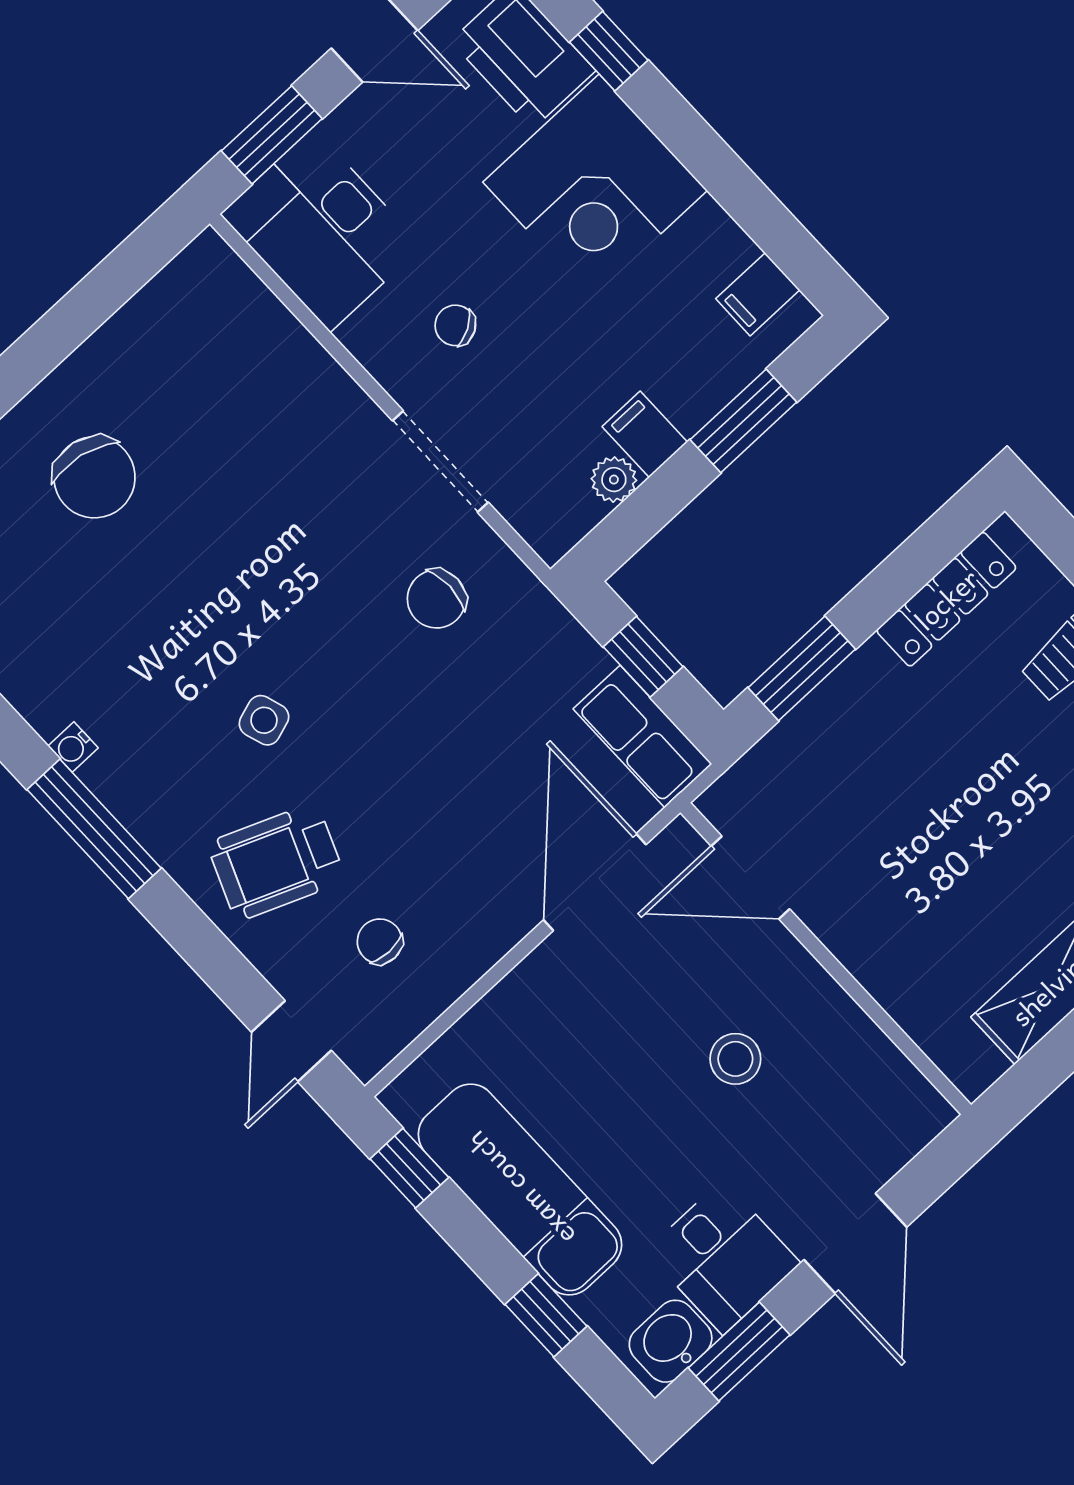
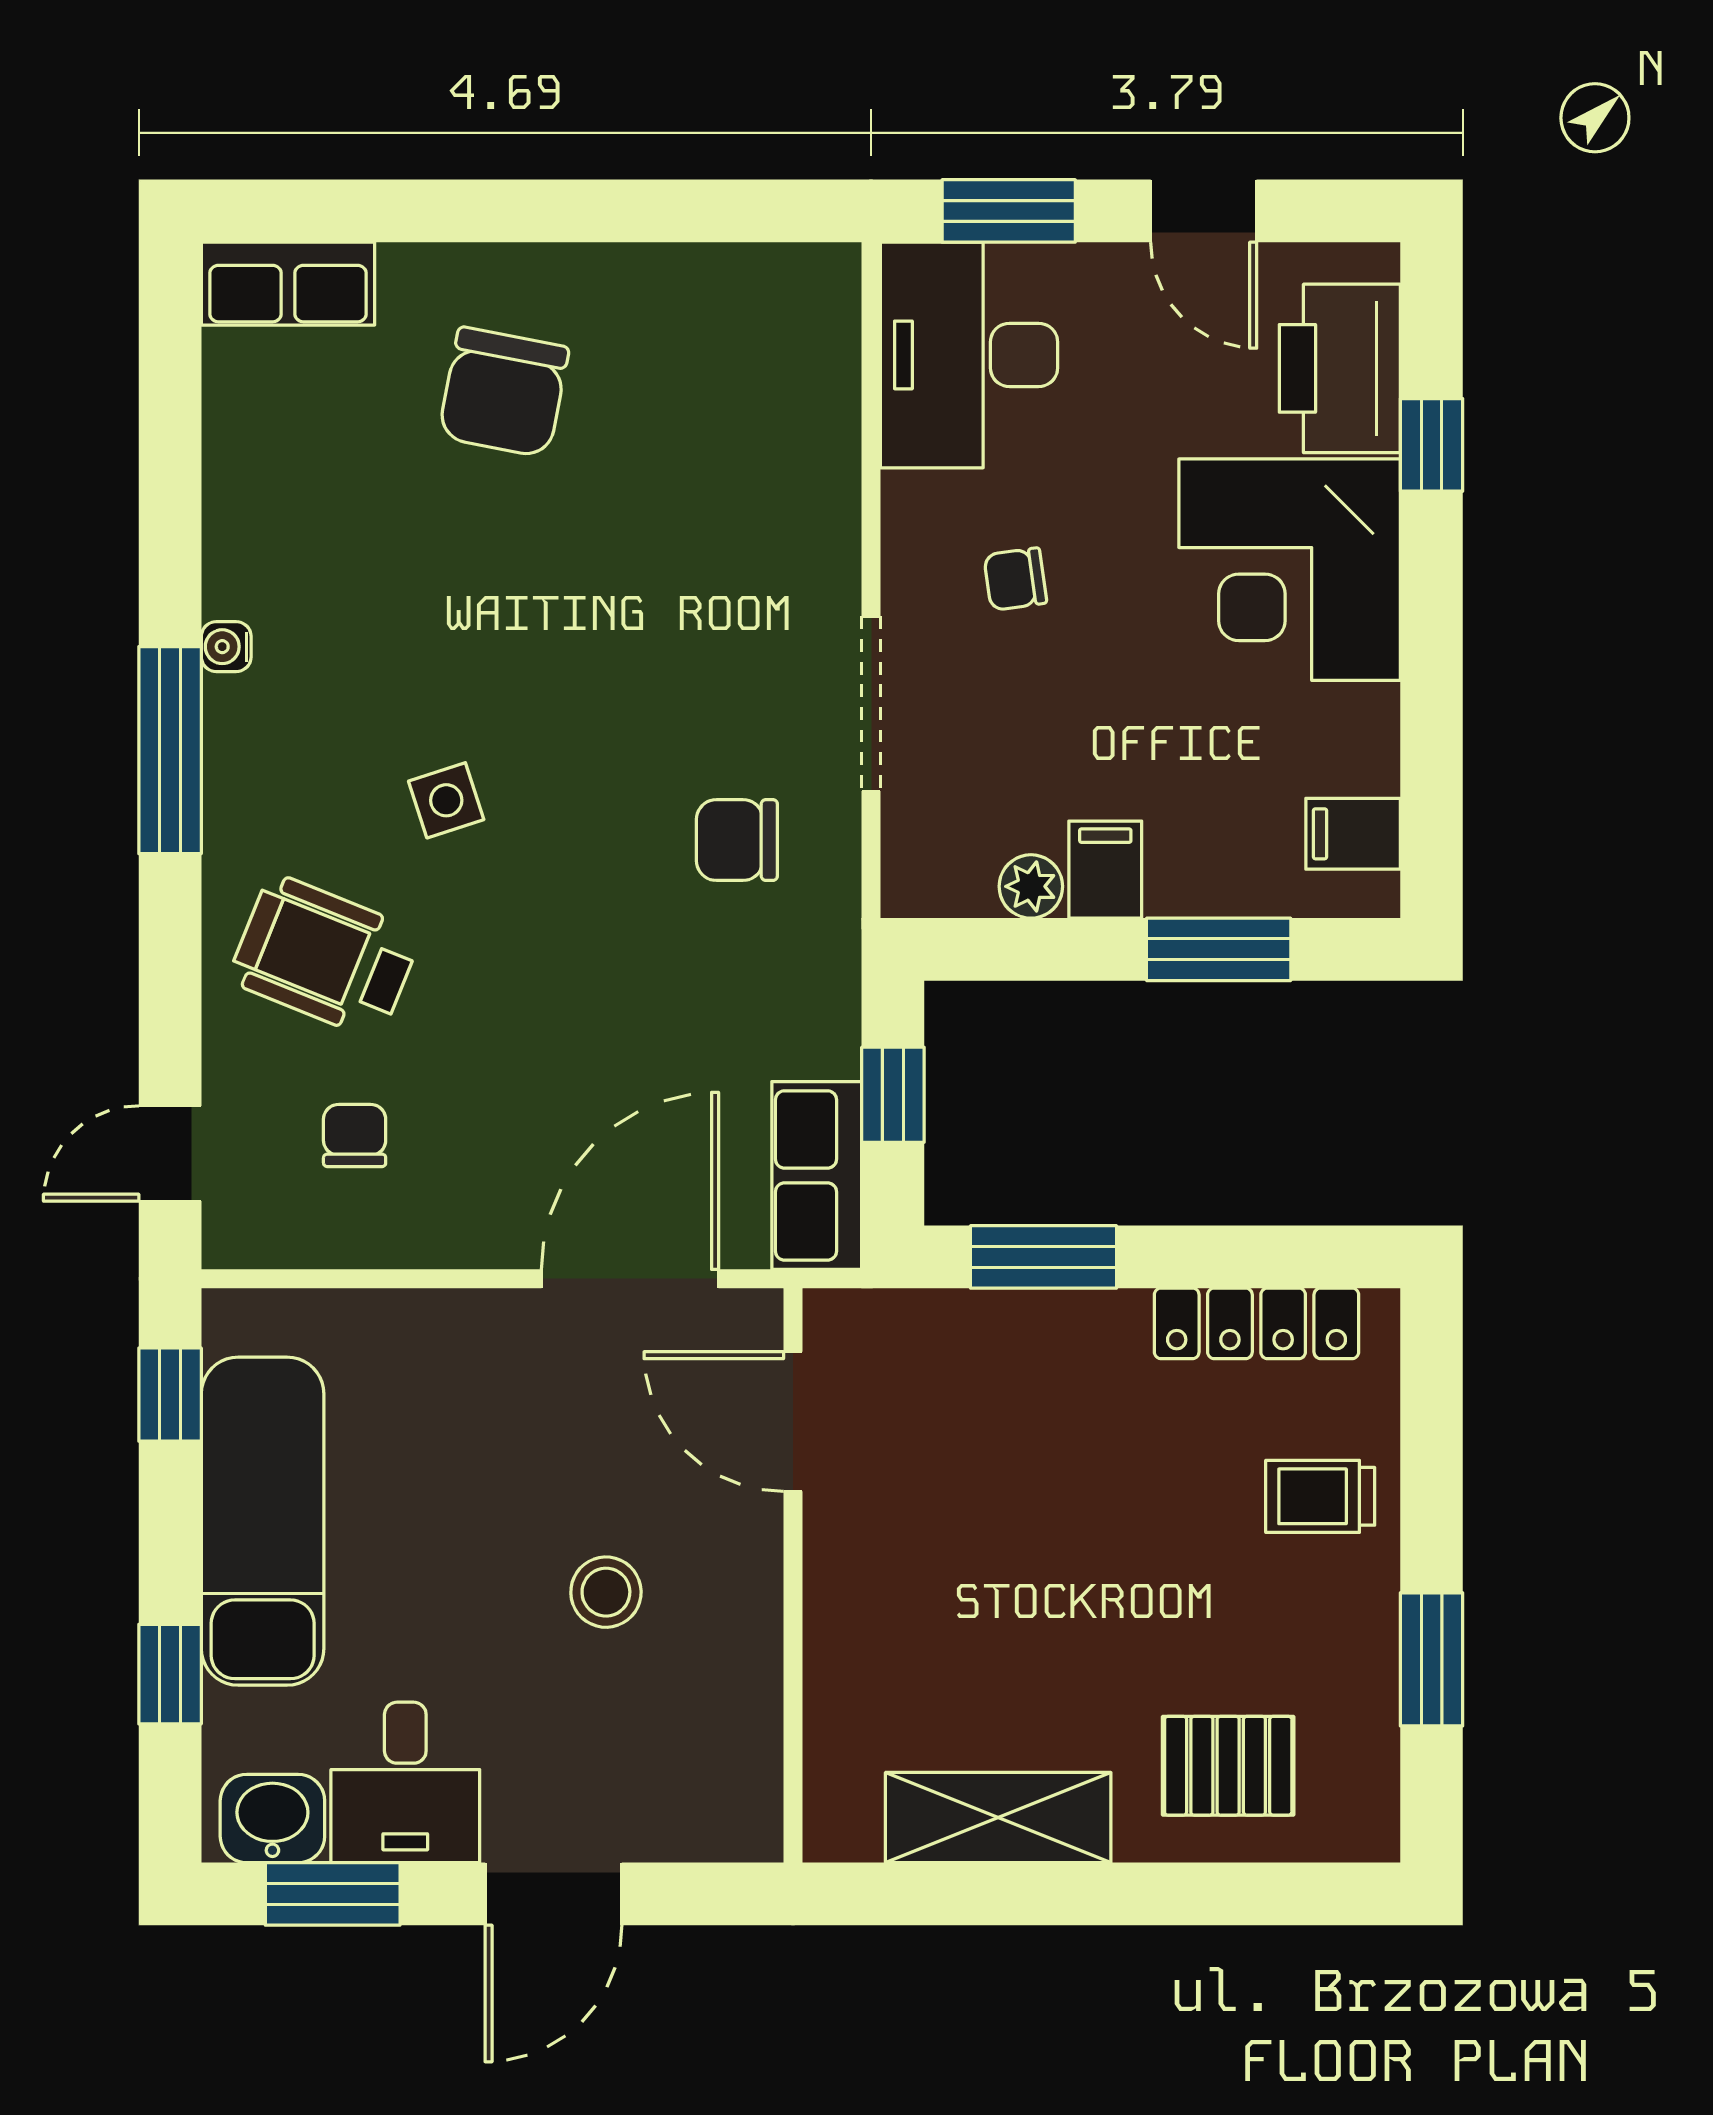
chair: (455, 325) -> (1015, 579), turned -68

